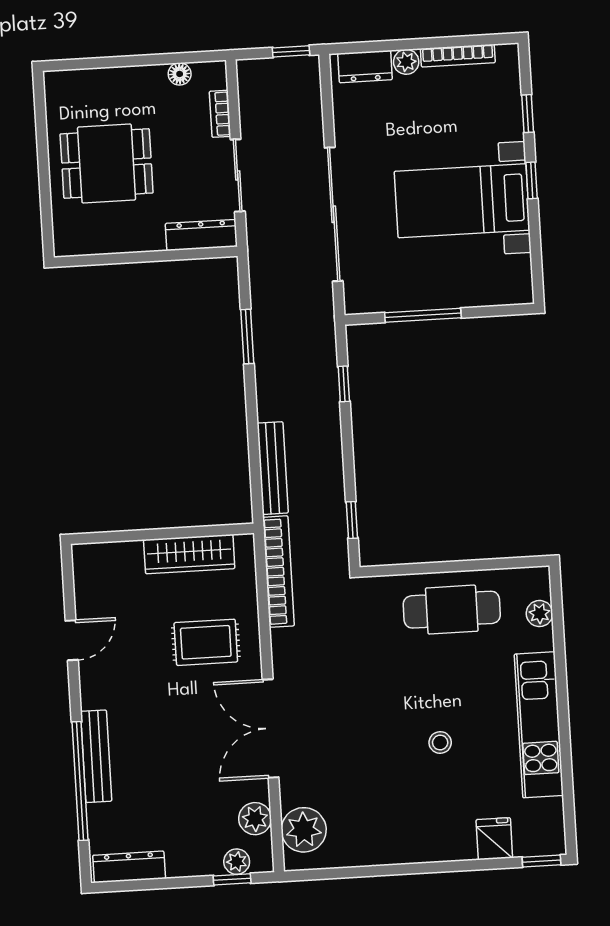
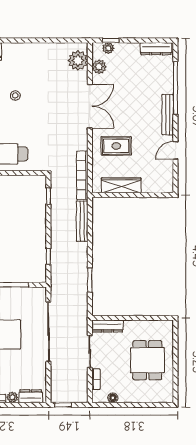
dining table: (107, 163) -> (147, 360), turned 90
bench: (96, 756) -> (168, 115), moved

